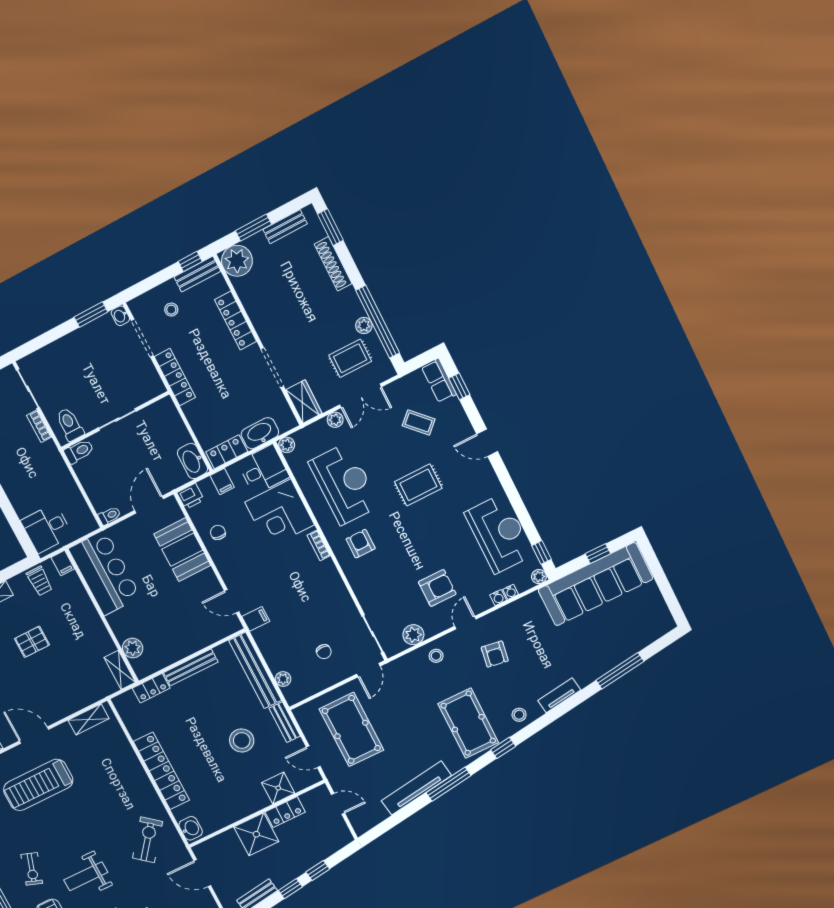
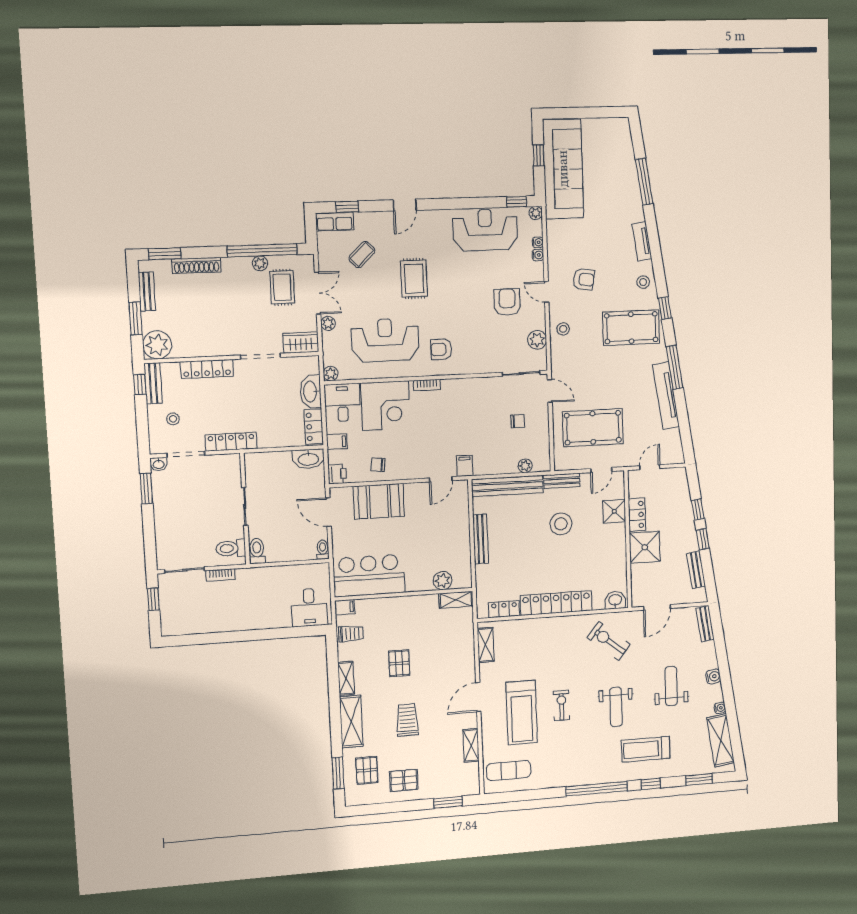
locker: (151, 688) -> (504, 609), moved, turned -90
exercise bike: (32, 869) -> (562, 705), moved, turned -109

